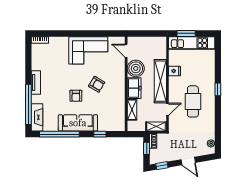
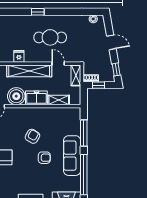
window: (100, 134) -> (84, 133), width x2.17
door: (188, 161) -> (111, 42), hinge flipped

